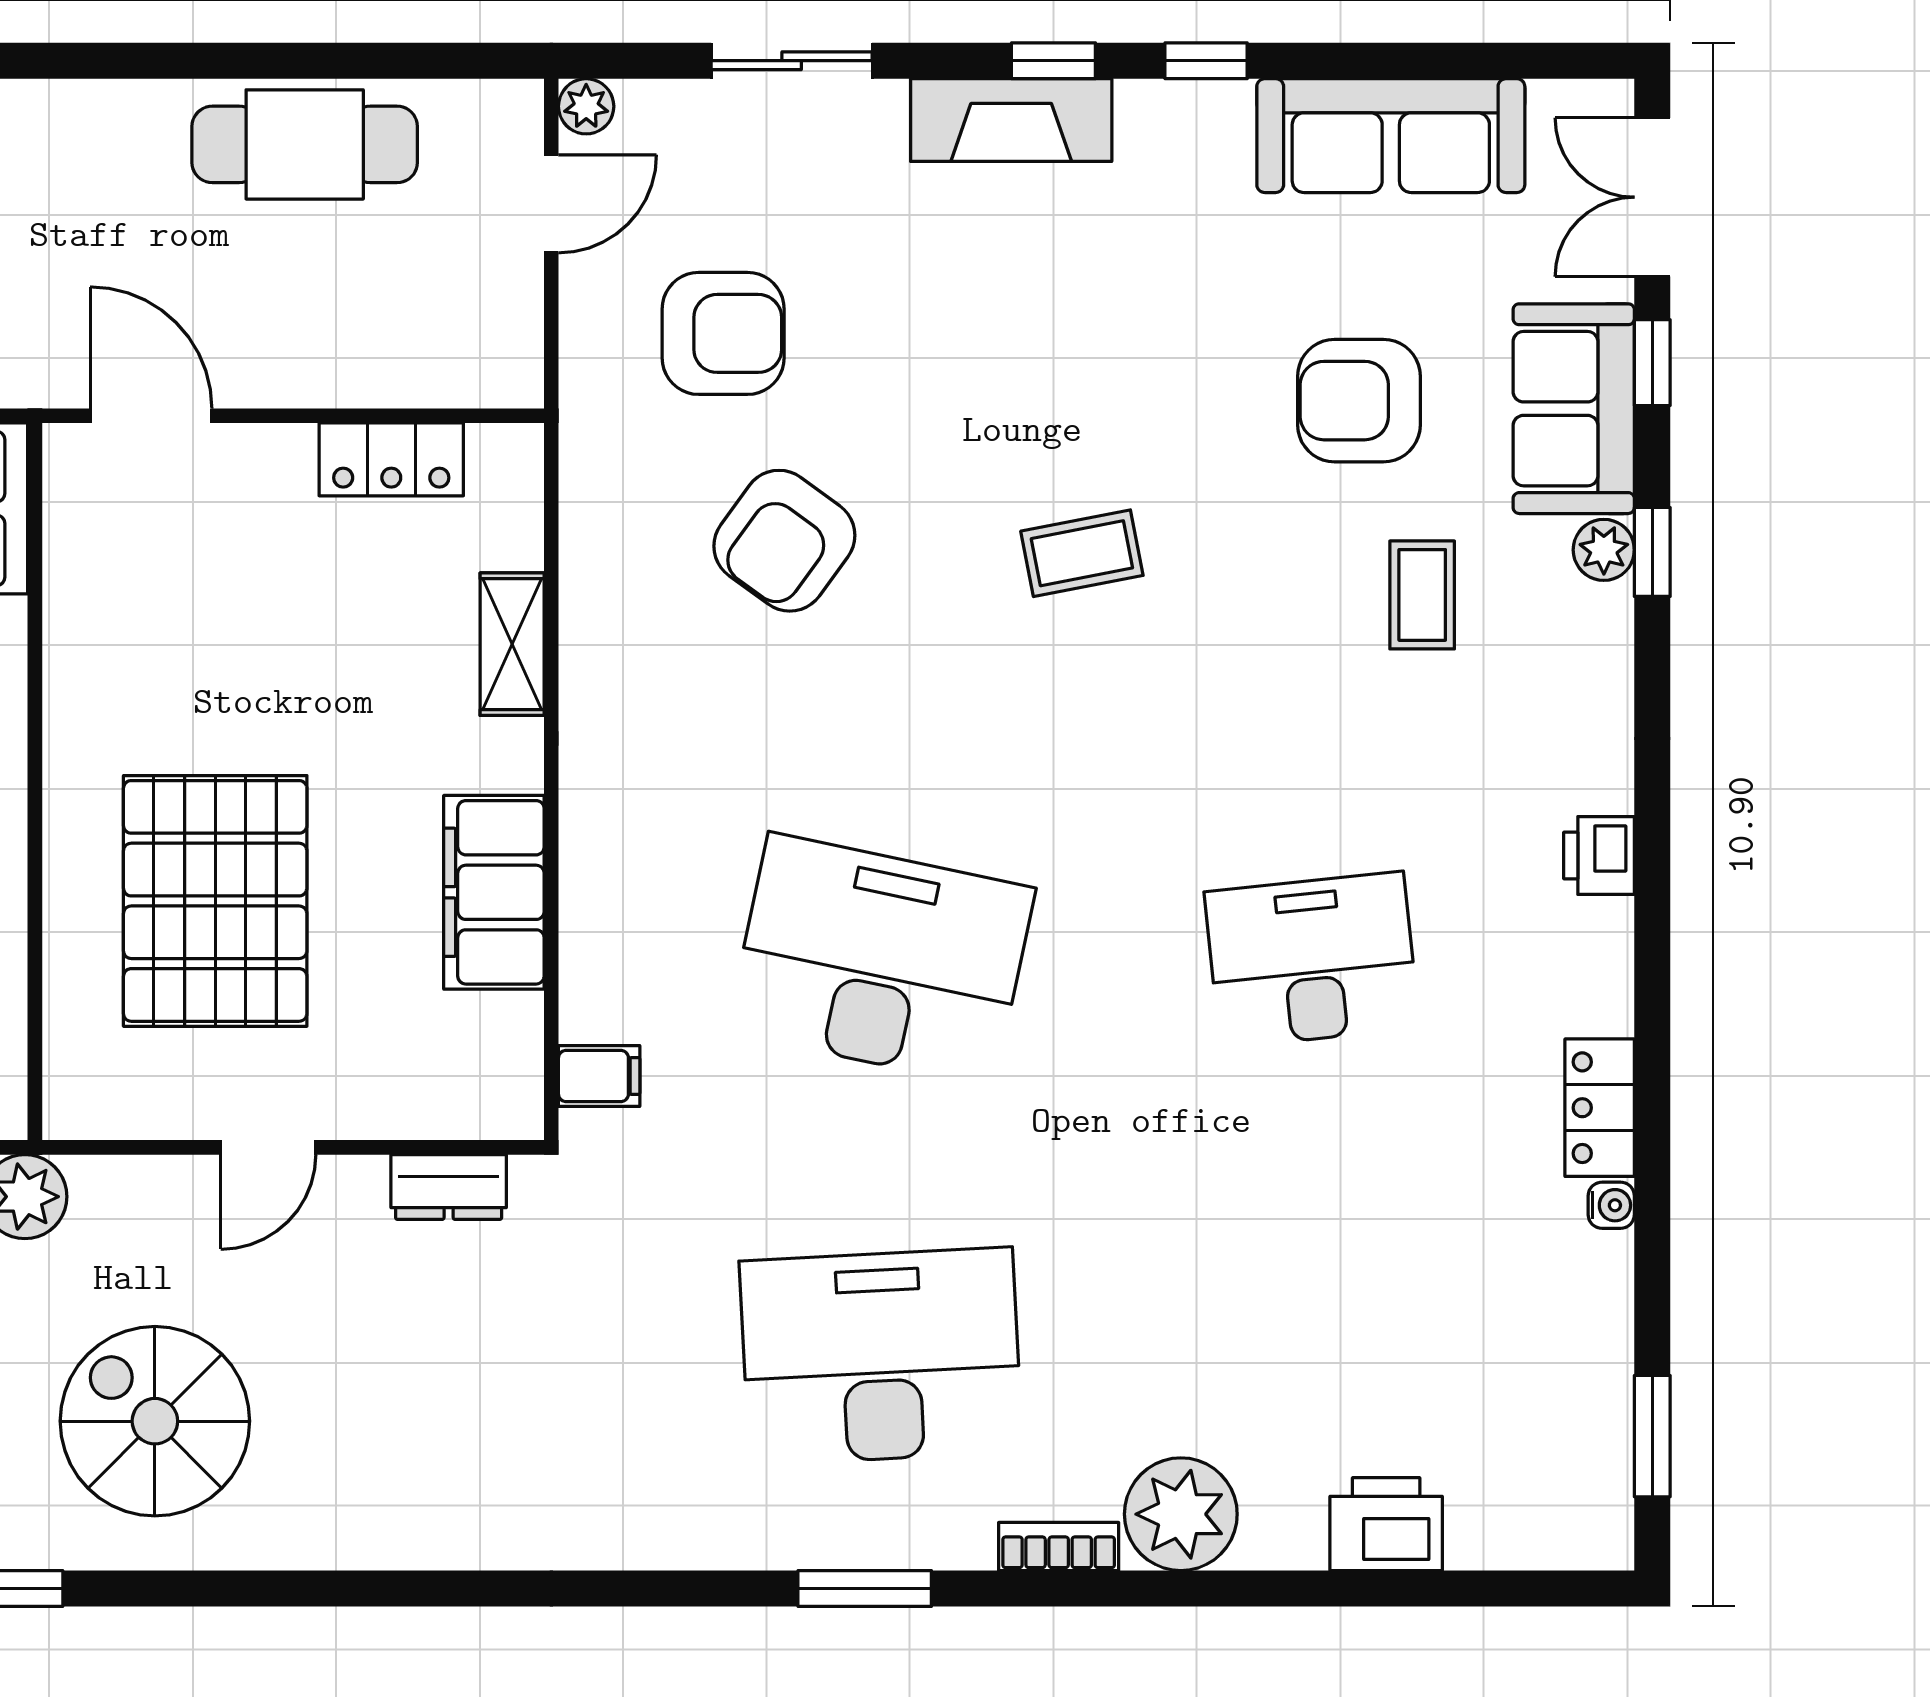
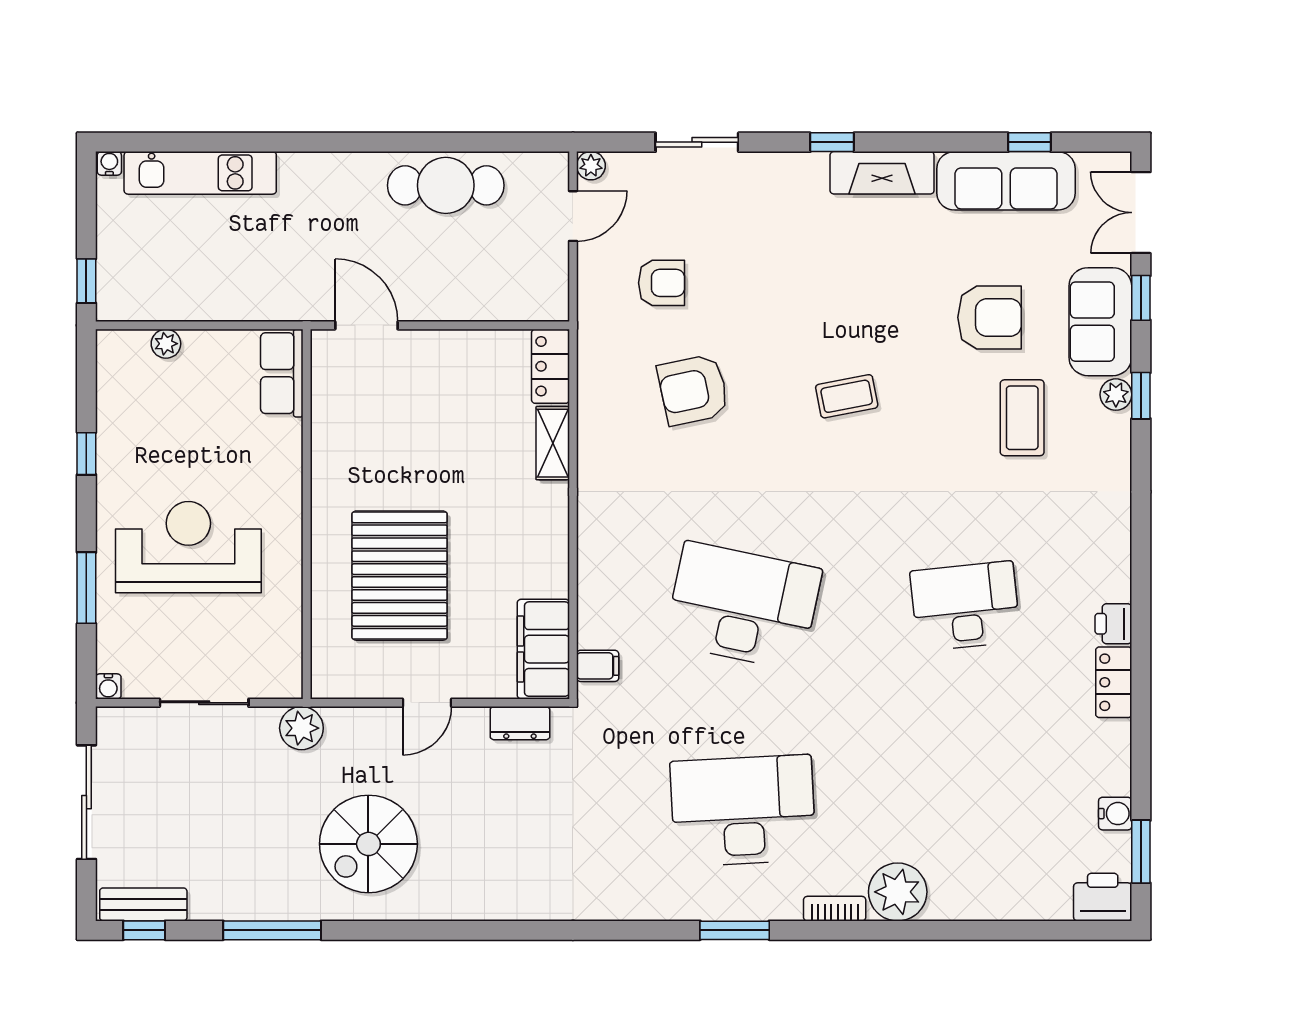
window: (1206, 61) -> (1030, 142), moved
fireplace: (1011, 120) -> (882, 173), moved
armchair: (723, 333) -> (662, 283), width x0.72, depth x0.72
armchair: (1359, 401) -> (990, 317), turned 180
locker: (391, 459) -> (550, 366), moved, turned 90
armchair: (784, 541) -> (693, 390), turned 42
coffee table: (1422, 595) -> (1022, 418), width x1.36, depth x1.30
printer: (1599, 856) -> (1113, 624), moved
filing cabinet: (494, 892) -> (543, 649), moved
water cooler: (1611, 1205) -> (1115, 814), moved, width x1.38, depth x1.38
spiral stairs: (155, 1421) -> (368, 844), turned -90
printer: (1386, 1524) -> (1103, 897), moved

